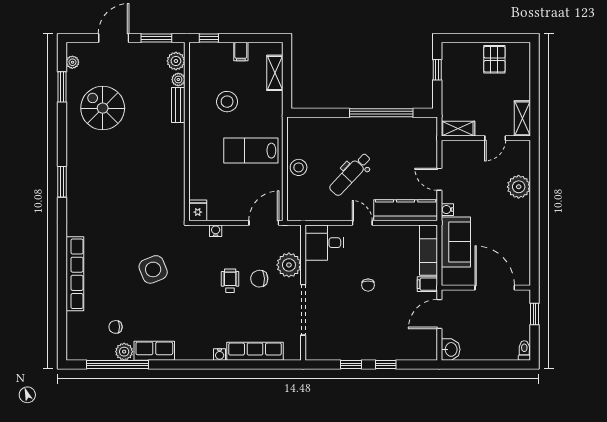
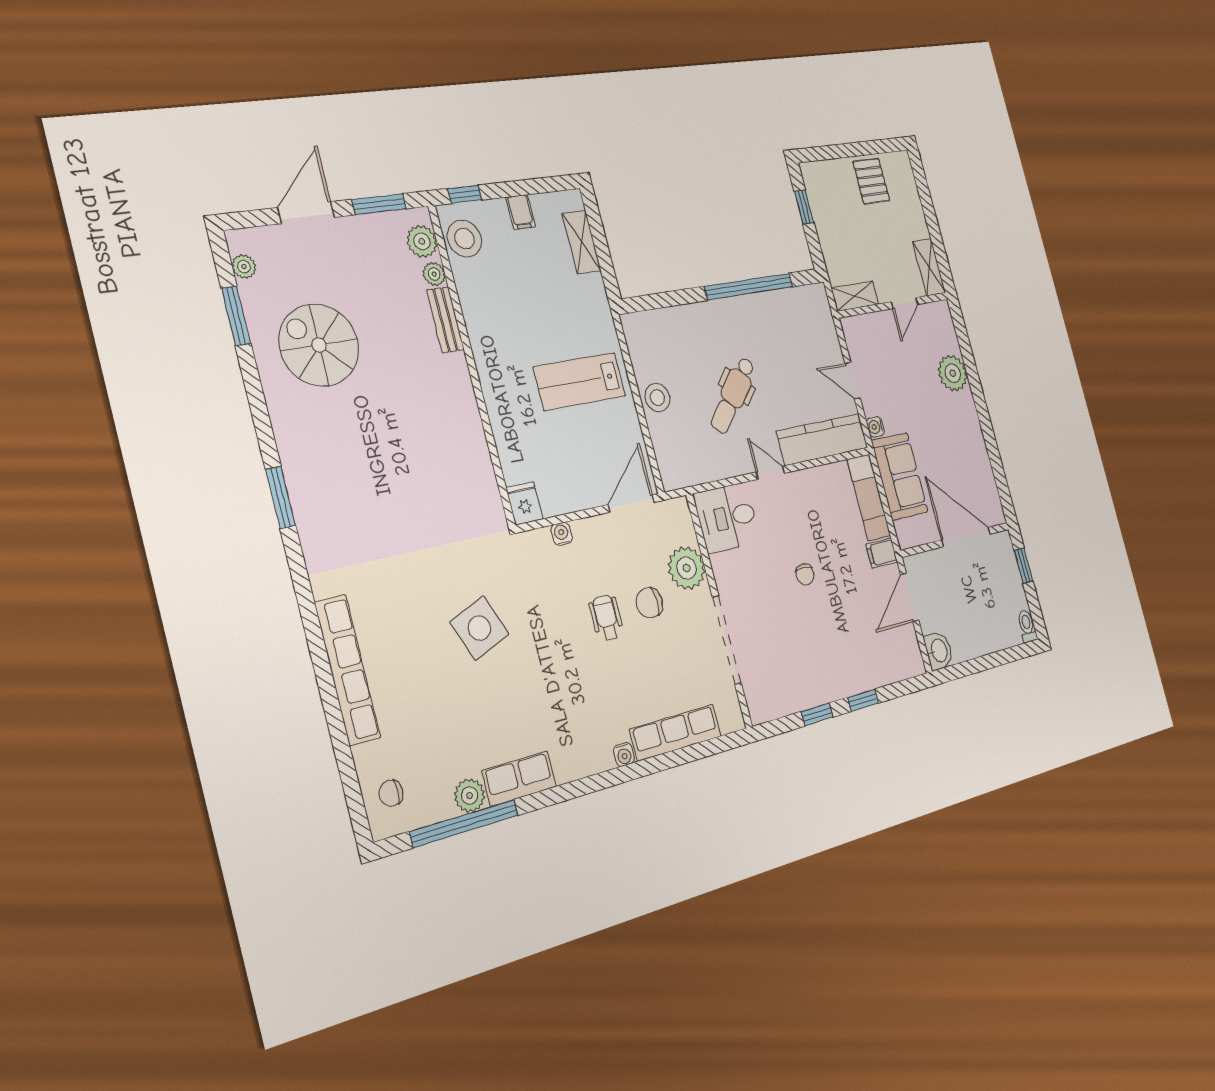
stool: (227, 102) -> (464, 239), moved
chair: (116, 327) -> (391, 793), moved

